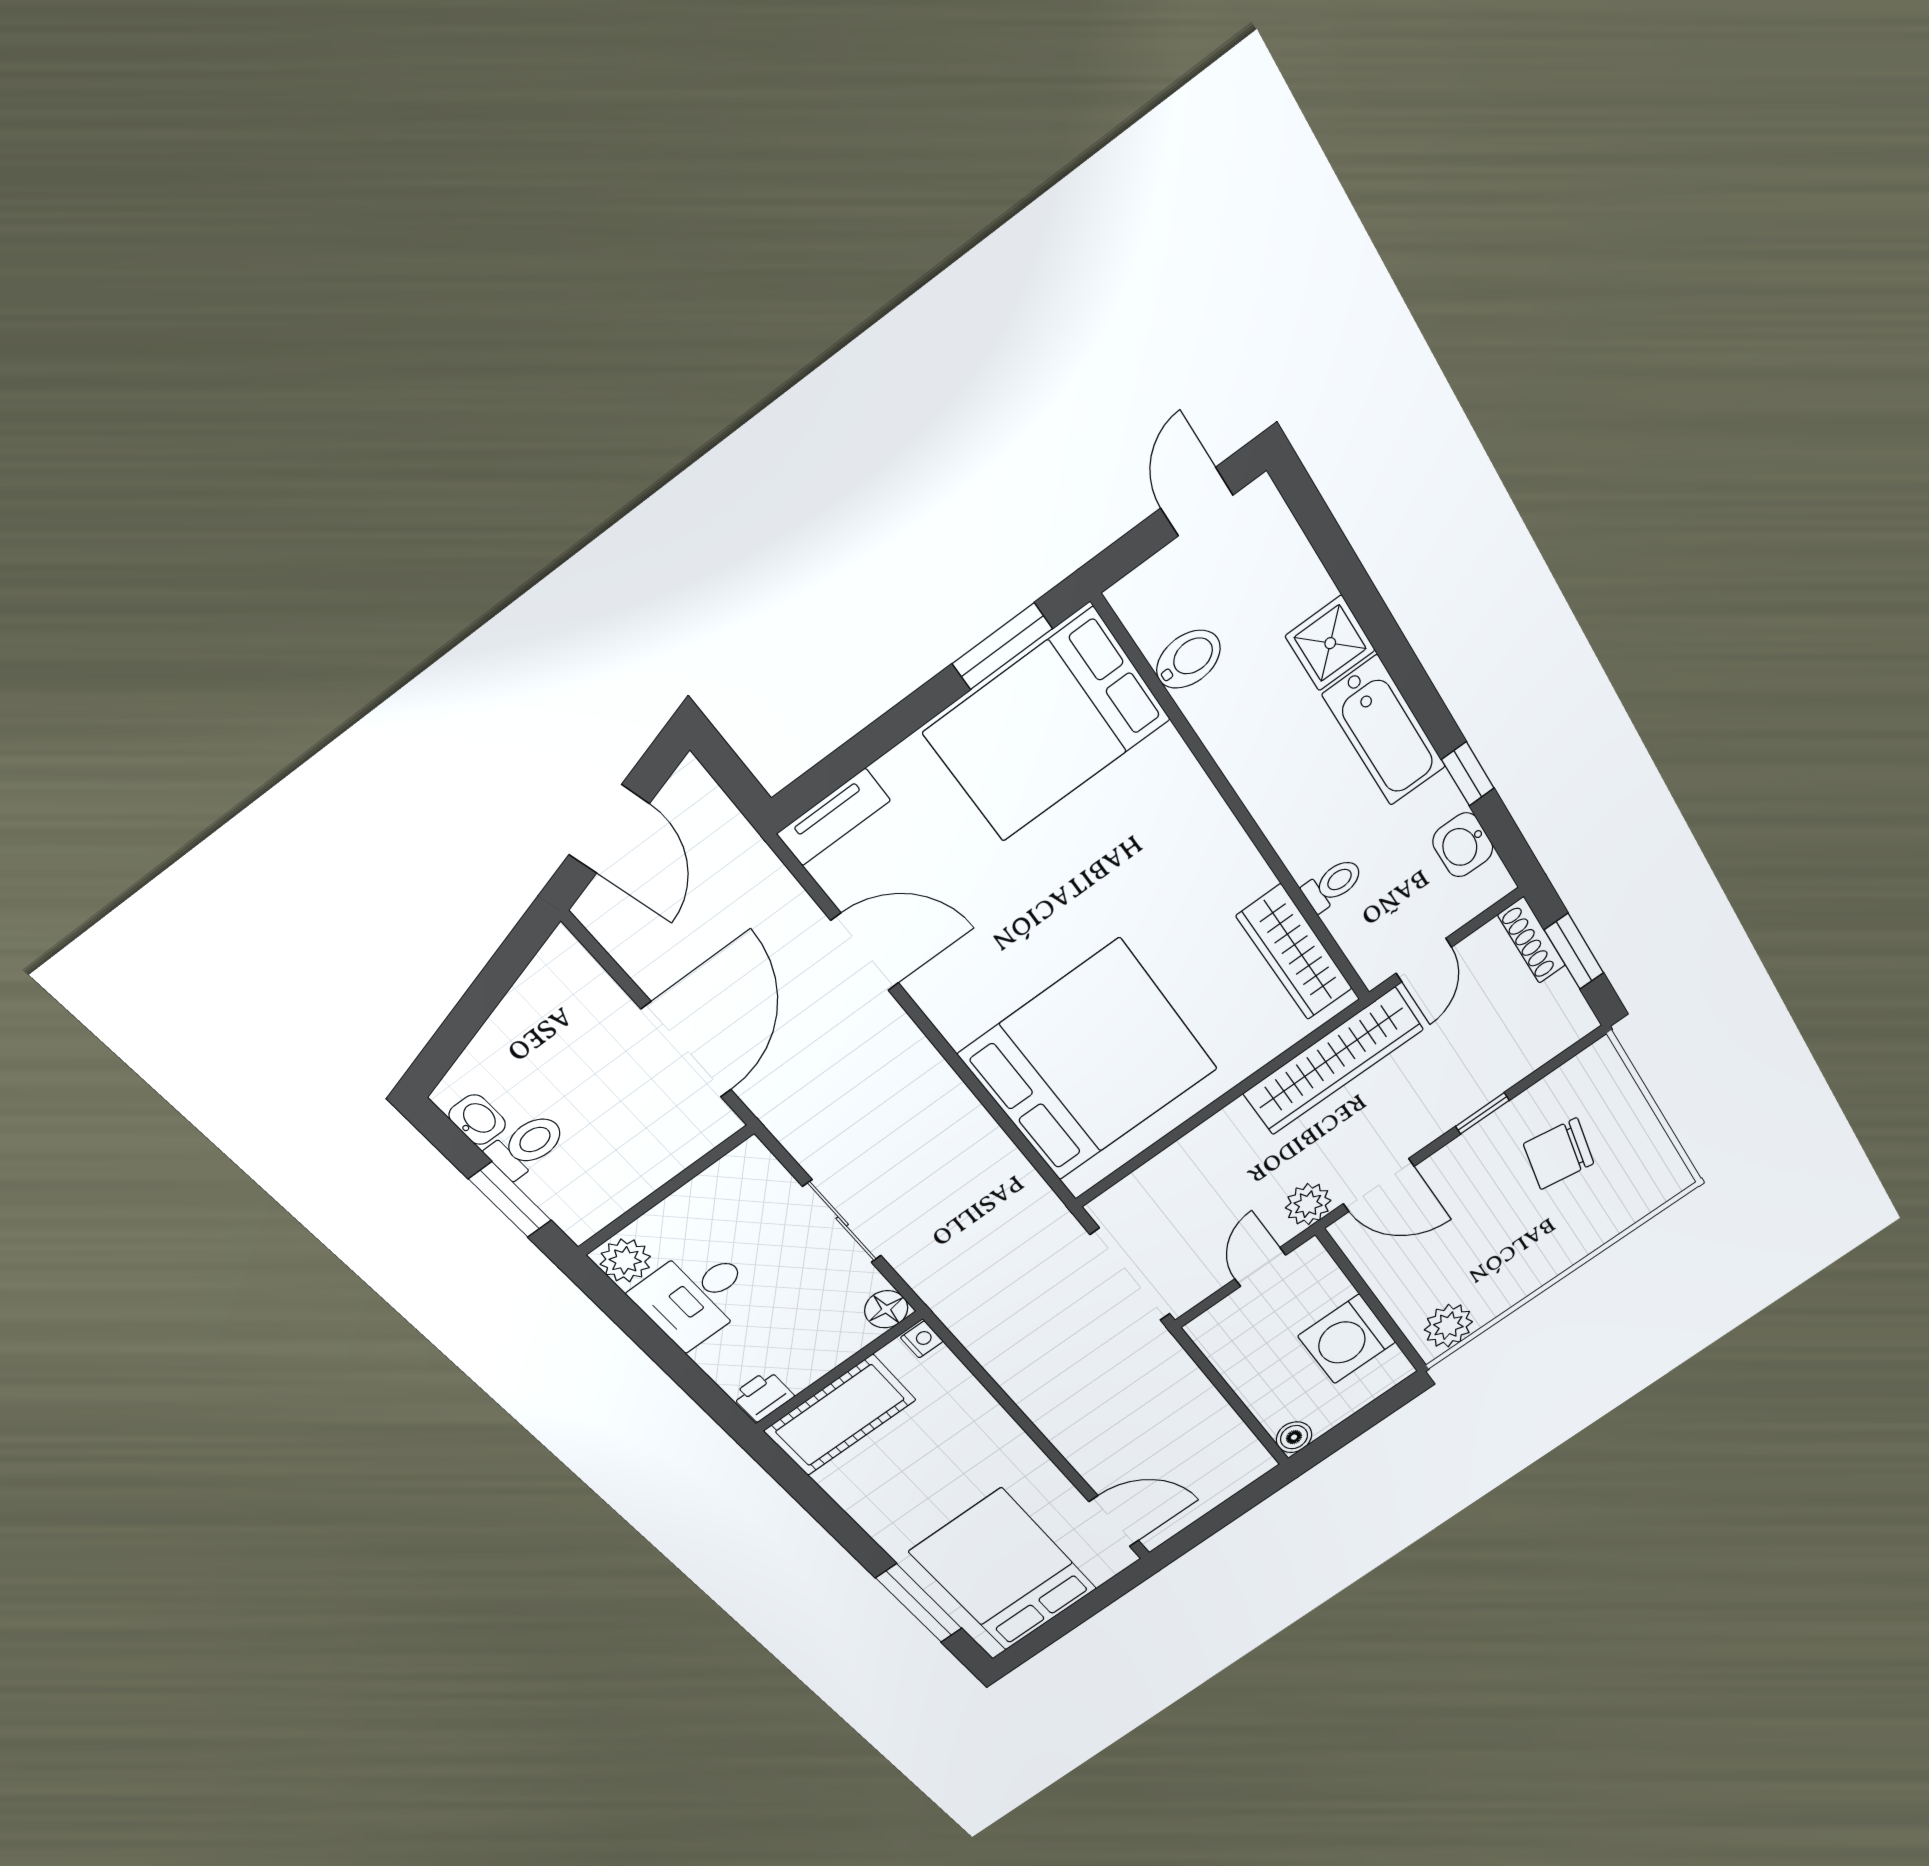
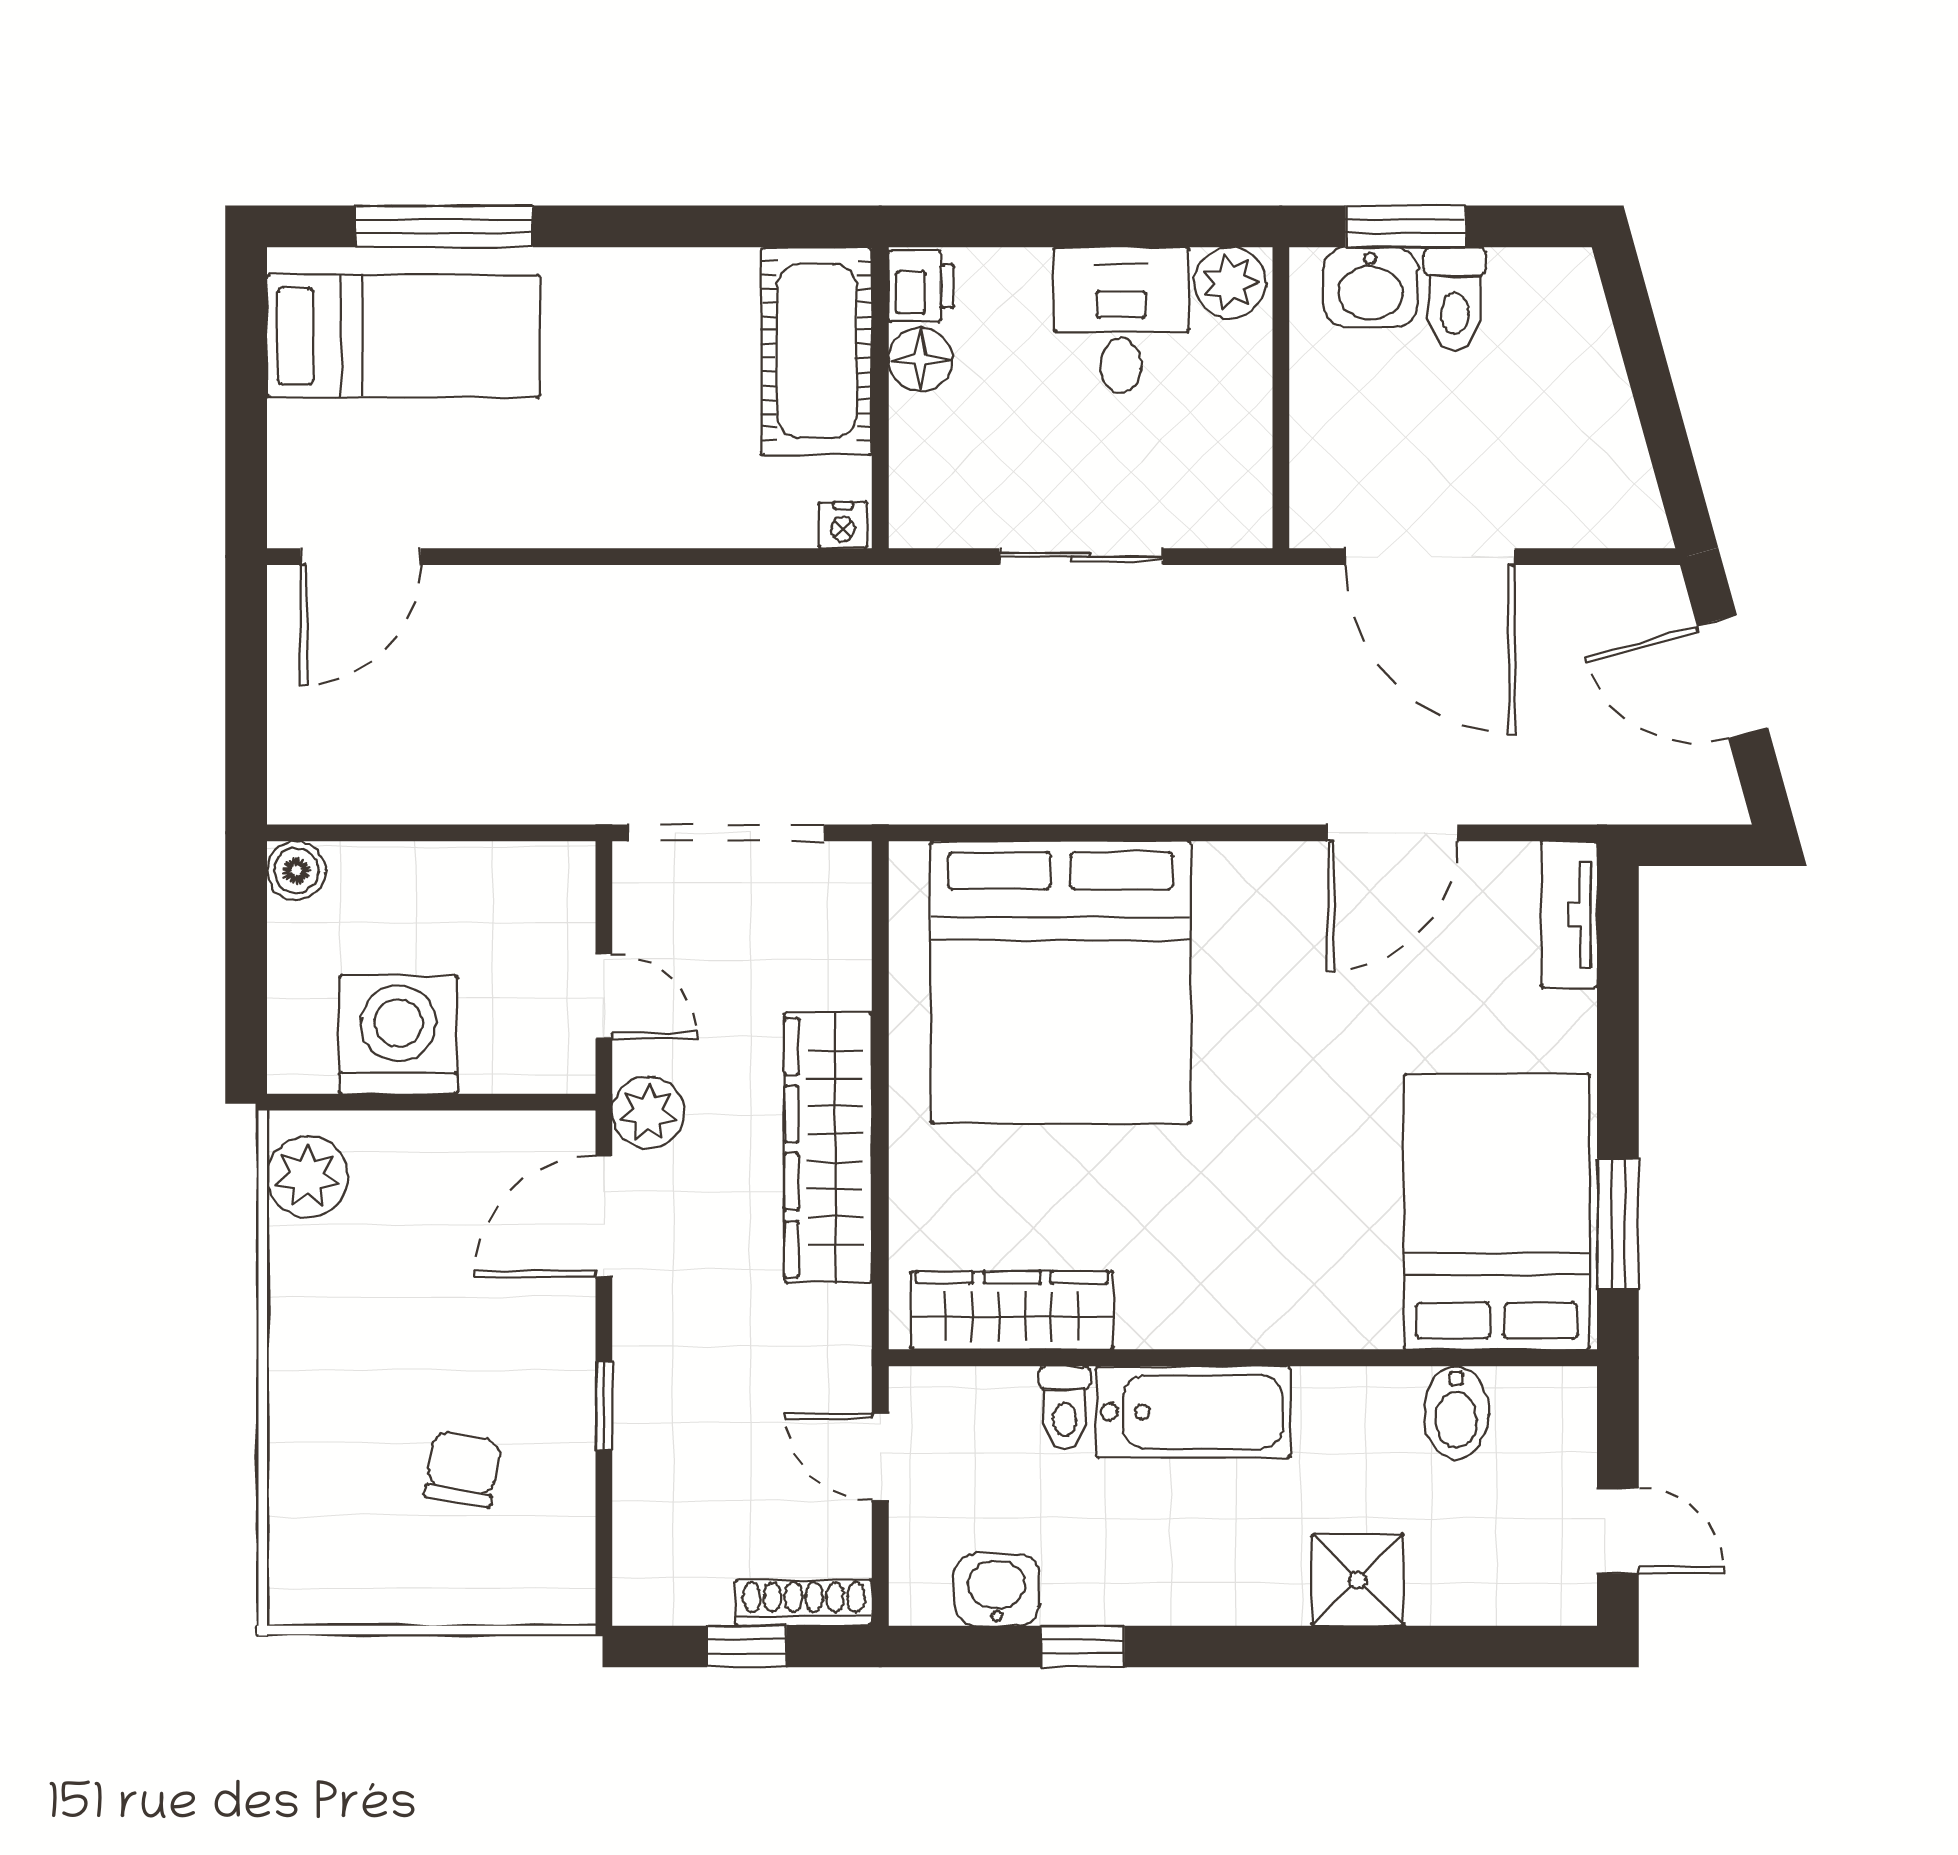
bathtub: (1384, 731) -> (1193, 1412), moved, turned 180
window: (1574, 951) -> (747, 1646), width x0.67
wardrobe: (1333, 1062) -> (828, 1148), moved
washbasin: (477, 1120) -> (1370, 287), moved, width x1.38, depth x1.45
chair: (1559, 1154) -> (462, 1469), width x0.73, depth x0.73
floor lamp: (886, 1309) -> (921, 359), moved
bed: (1004, 1570) -> (403, 336), width x0.67

